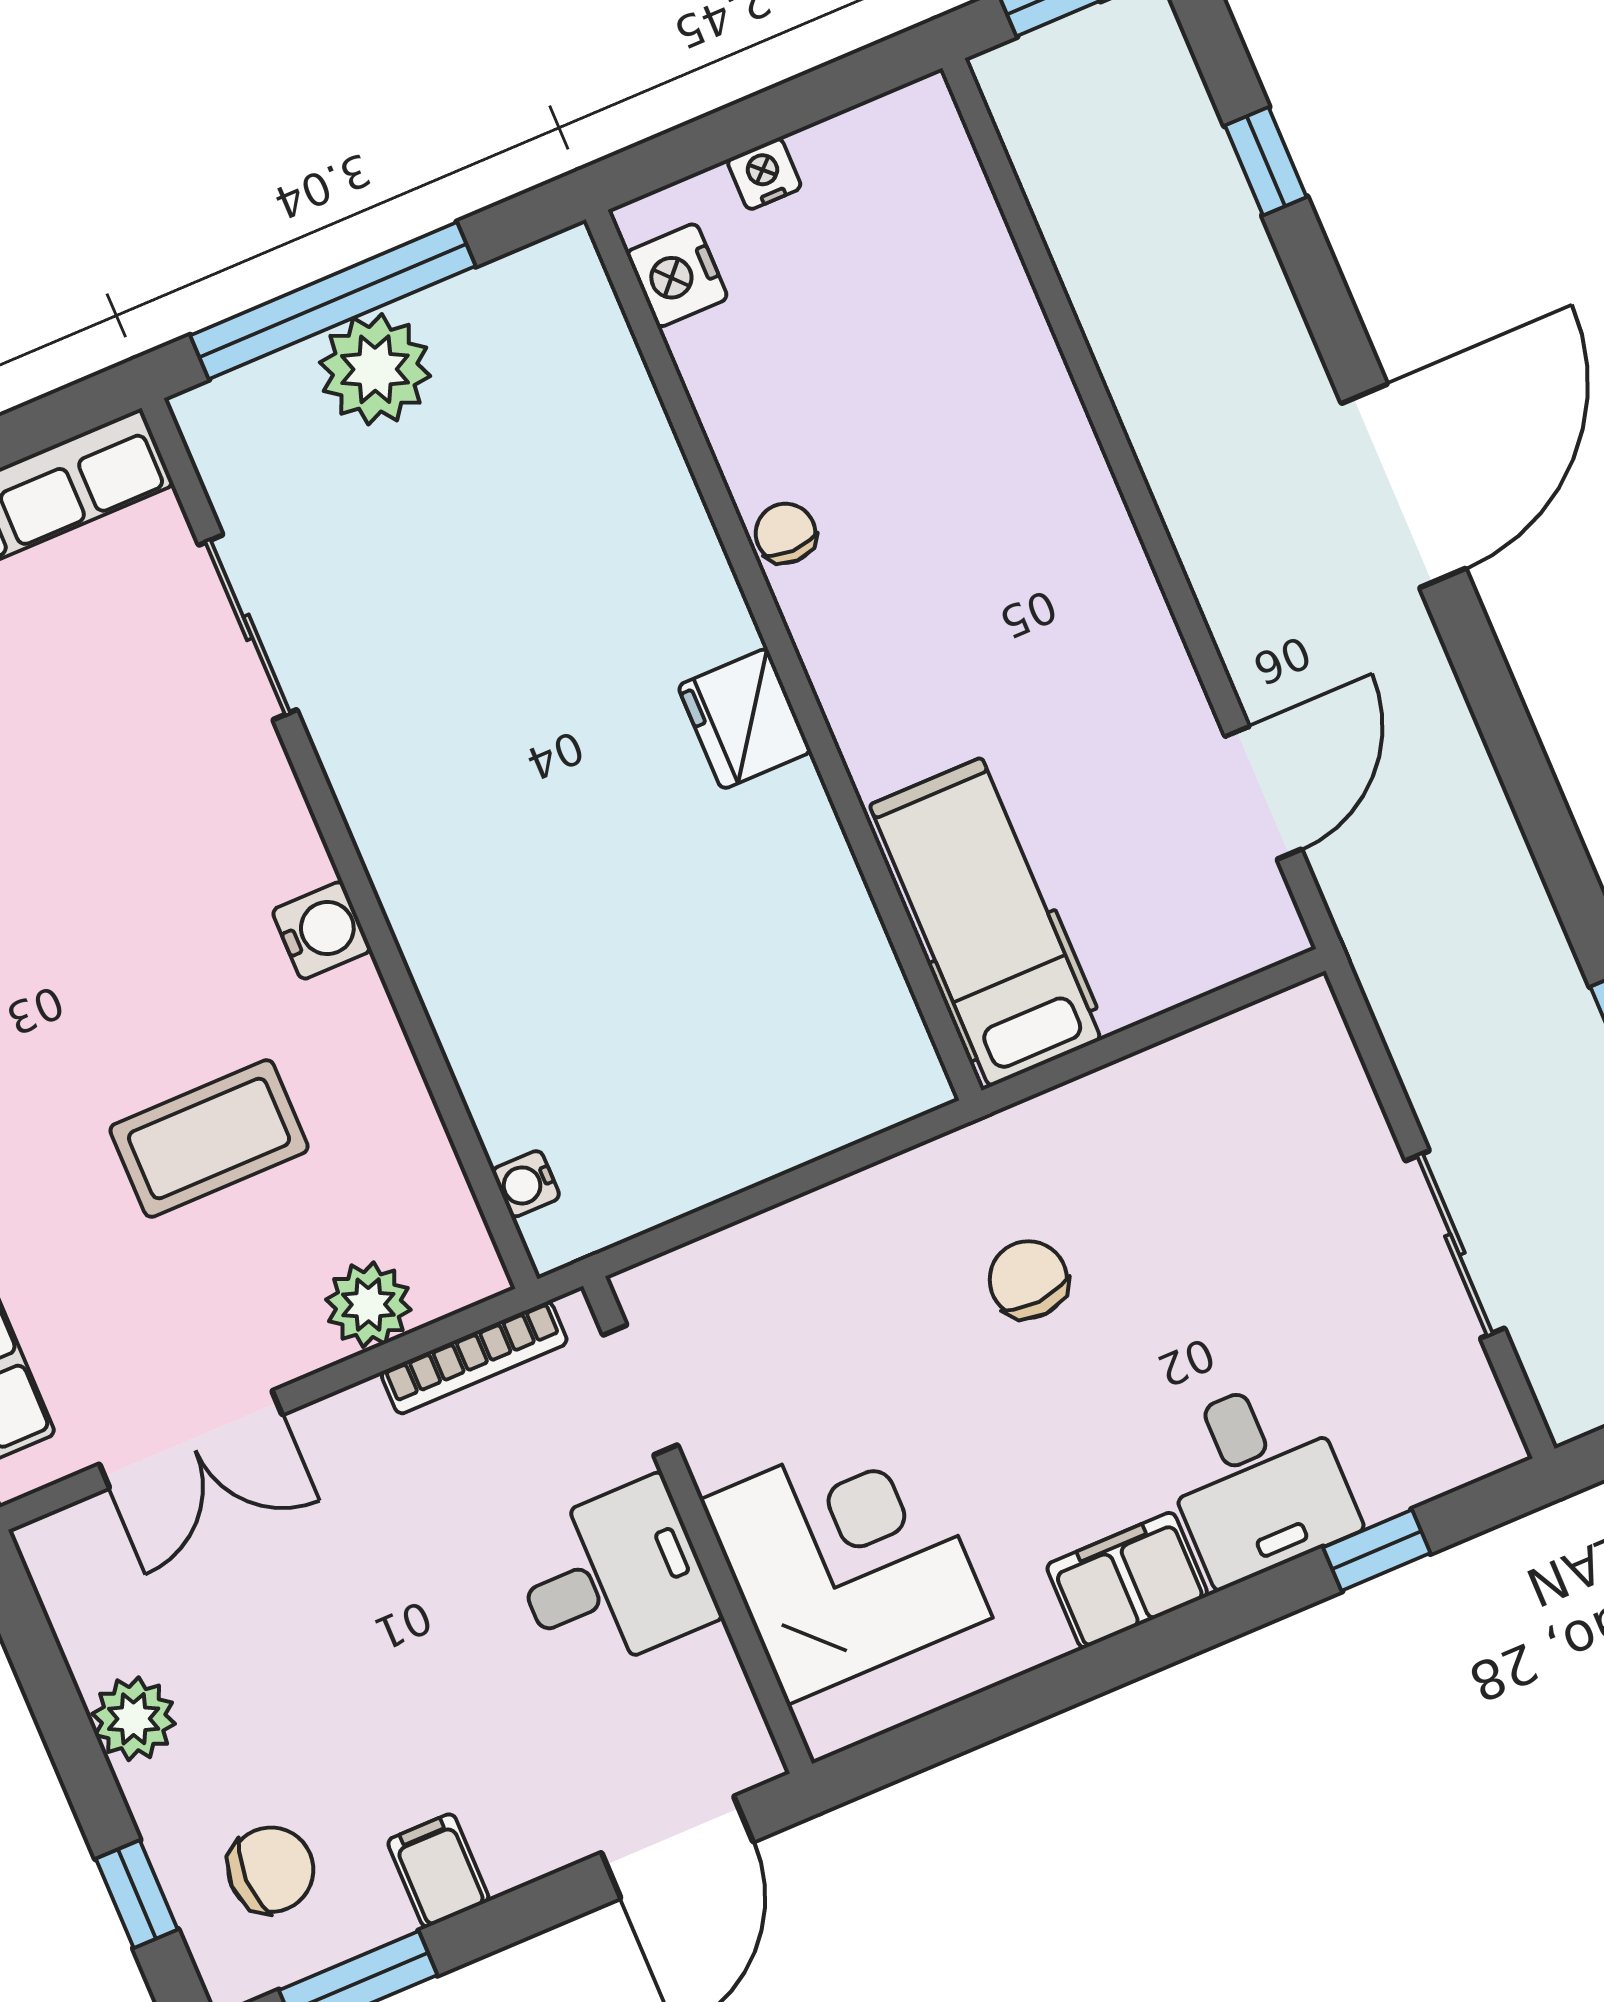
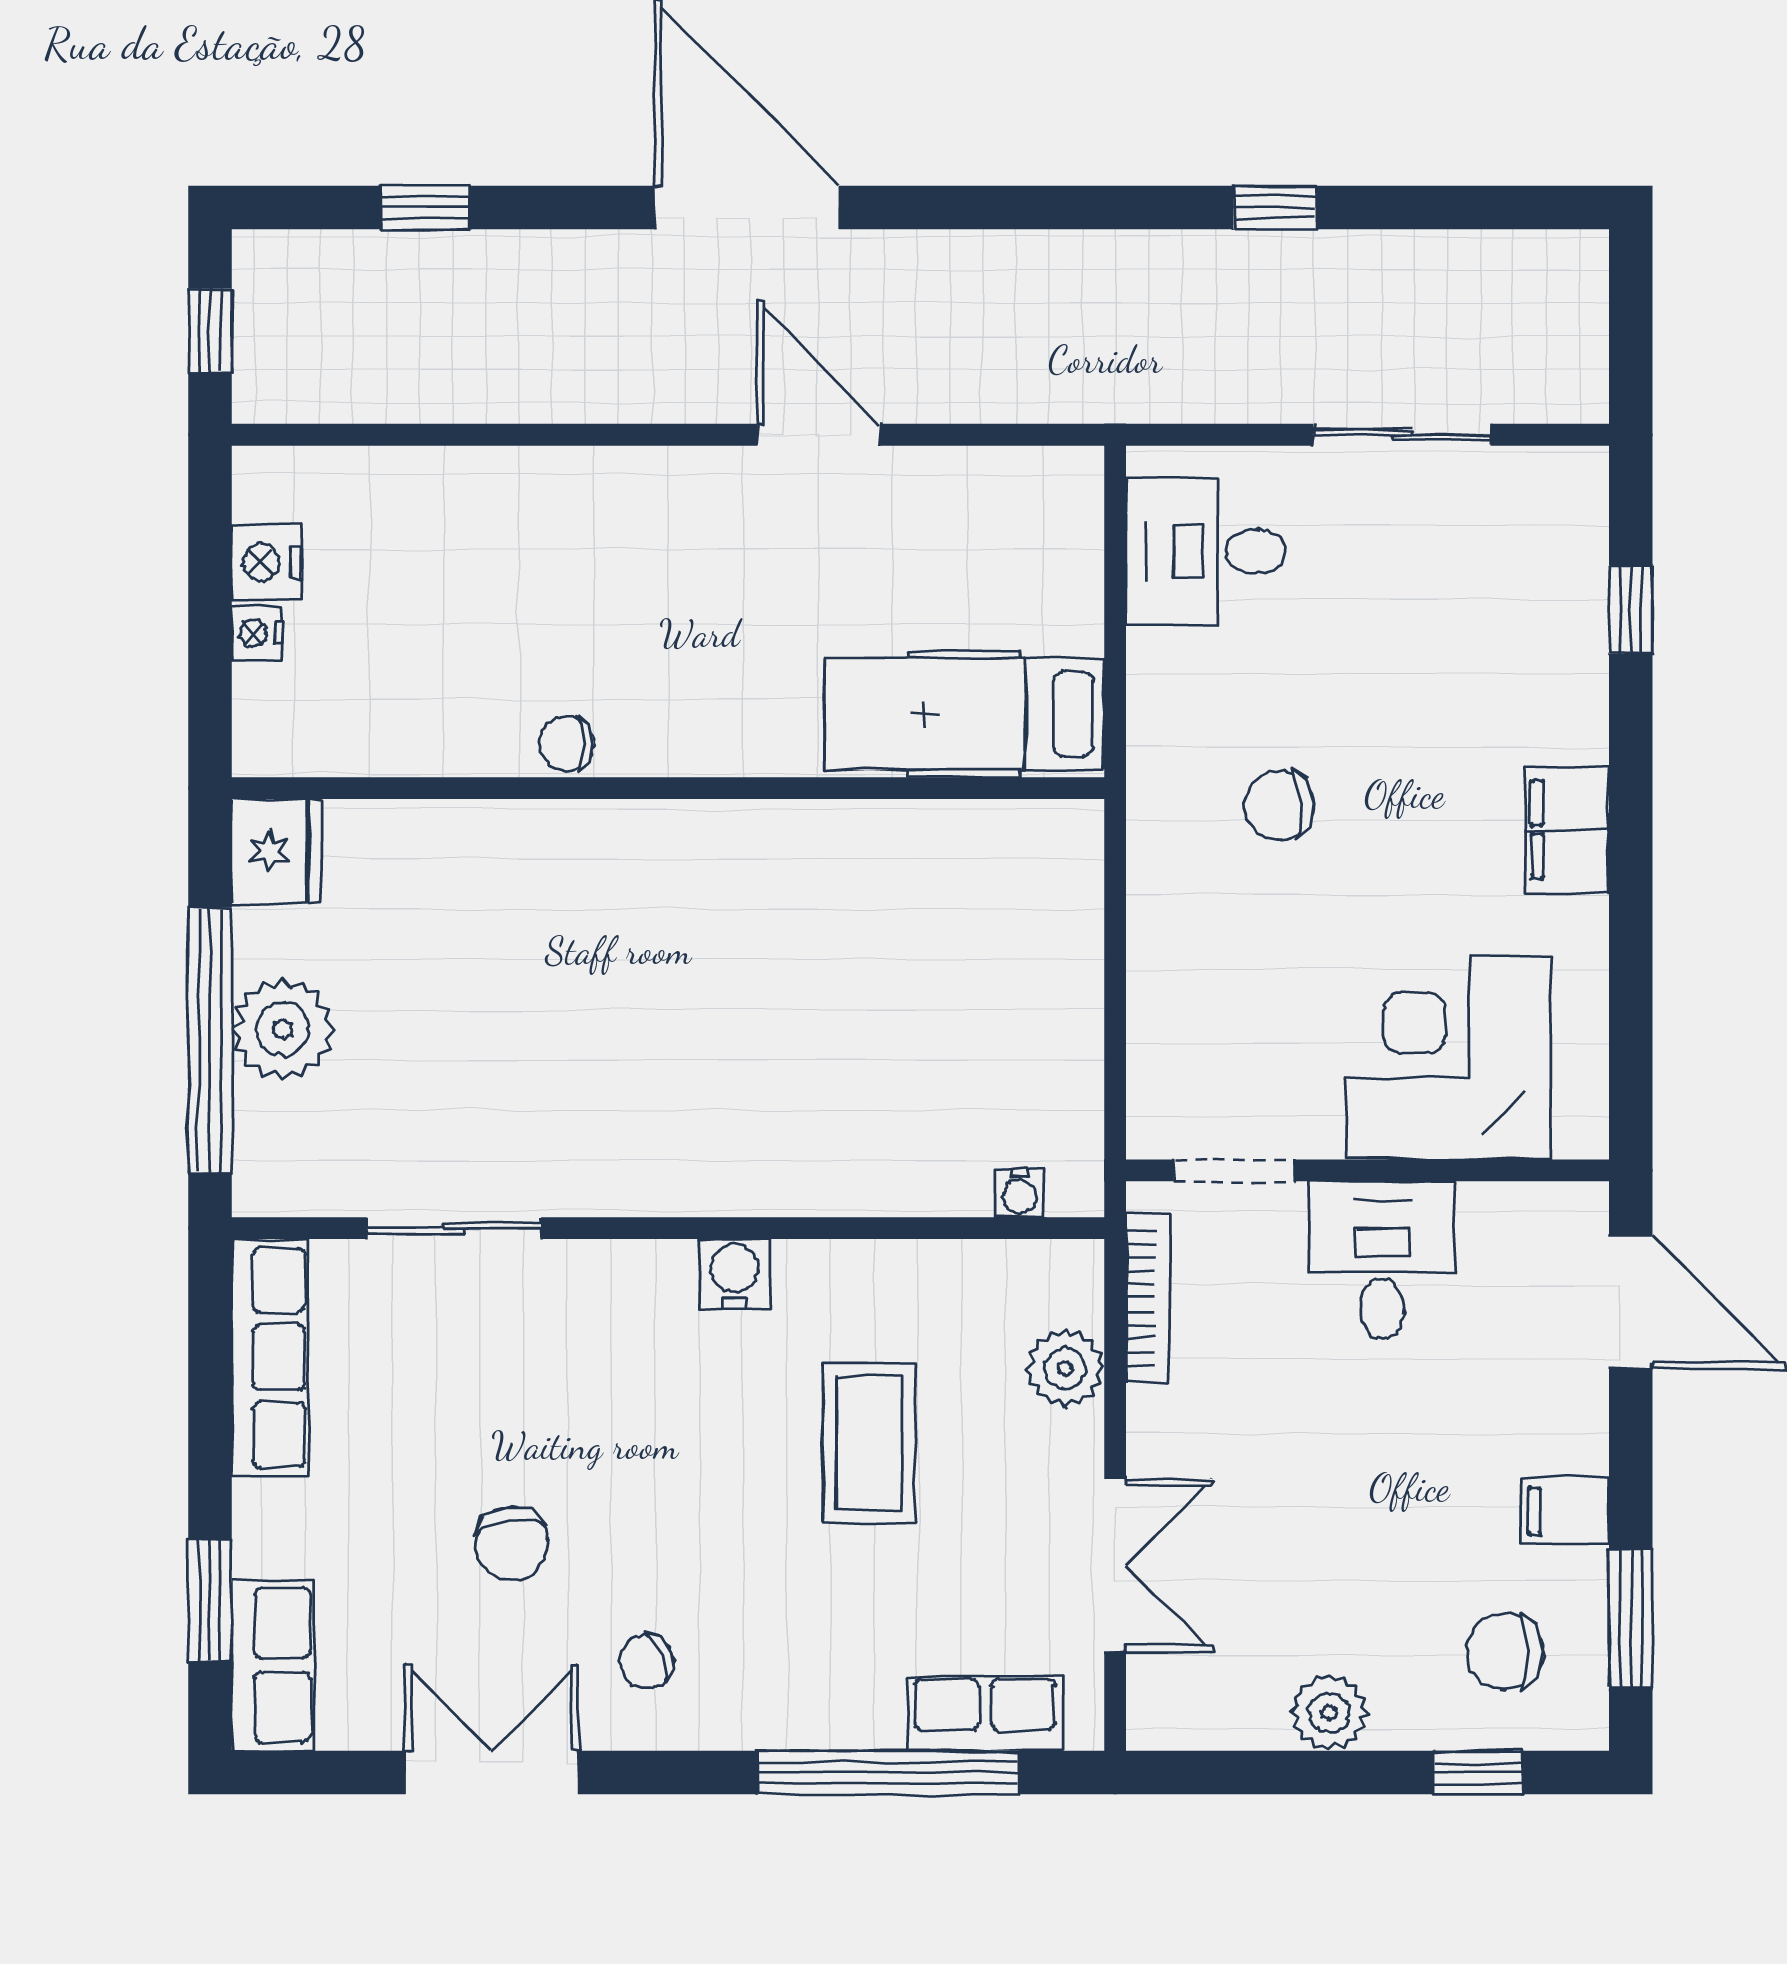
nightstand: (677, 275) -> (267, 562), moved, turned 90
fridge: (745, 719) -> (276, 851), moved, turned -90
door: (1263, 793) -> (819, 435), moved
desk: (1257, 1480) -> (1206, 551), moved, turned 180
chair: (271, 1870) -> (1505, 1651), turned -90

